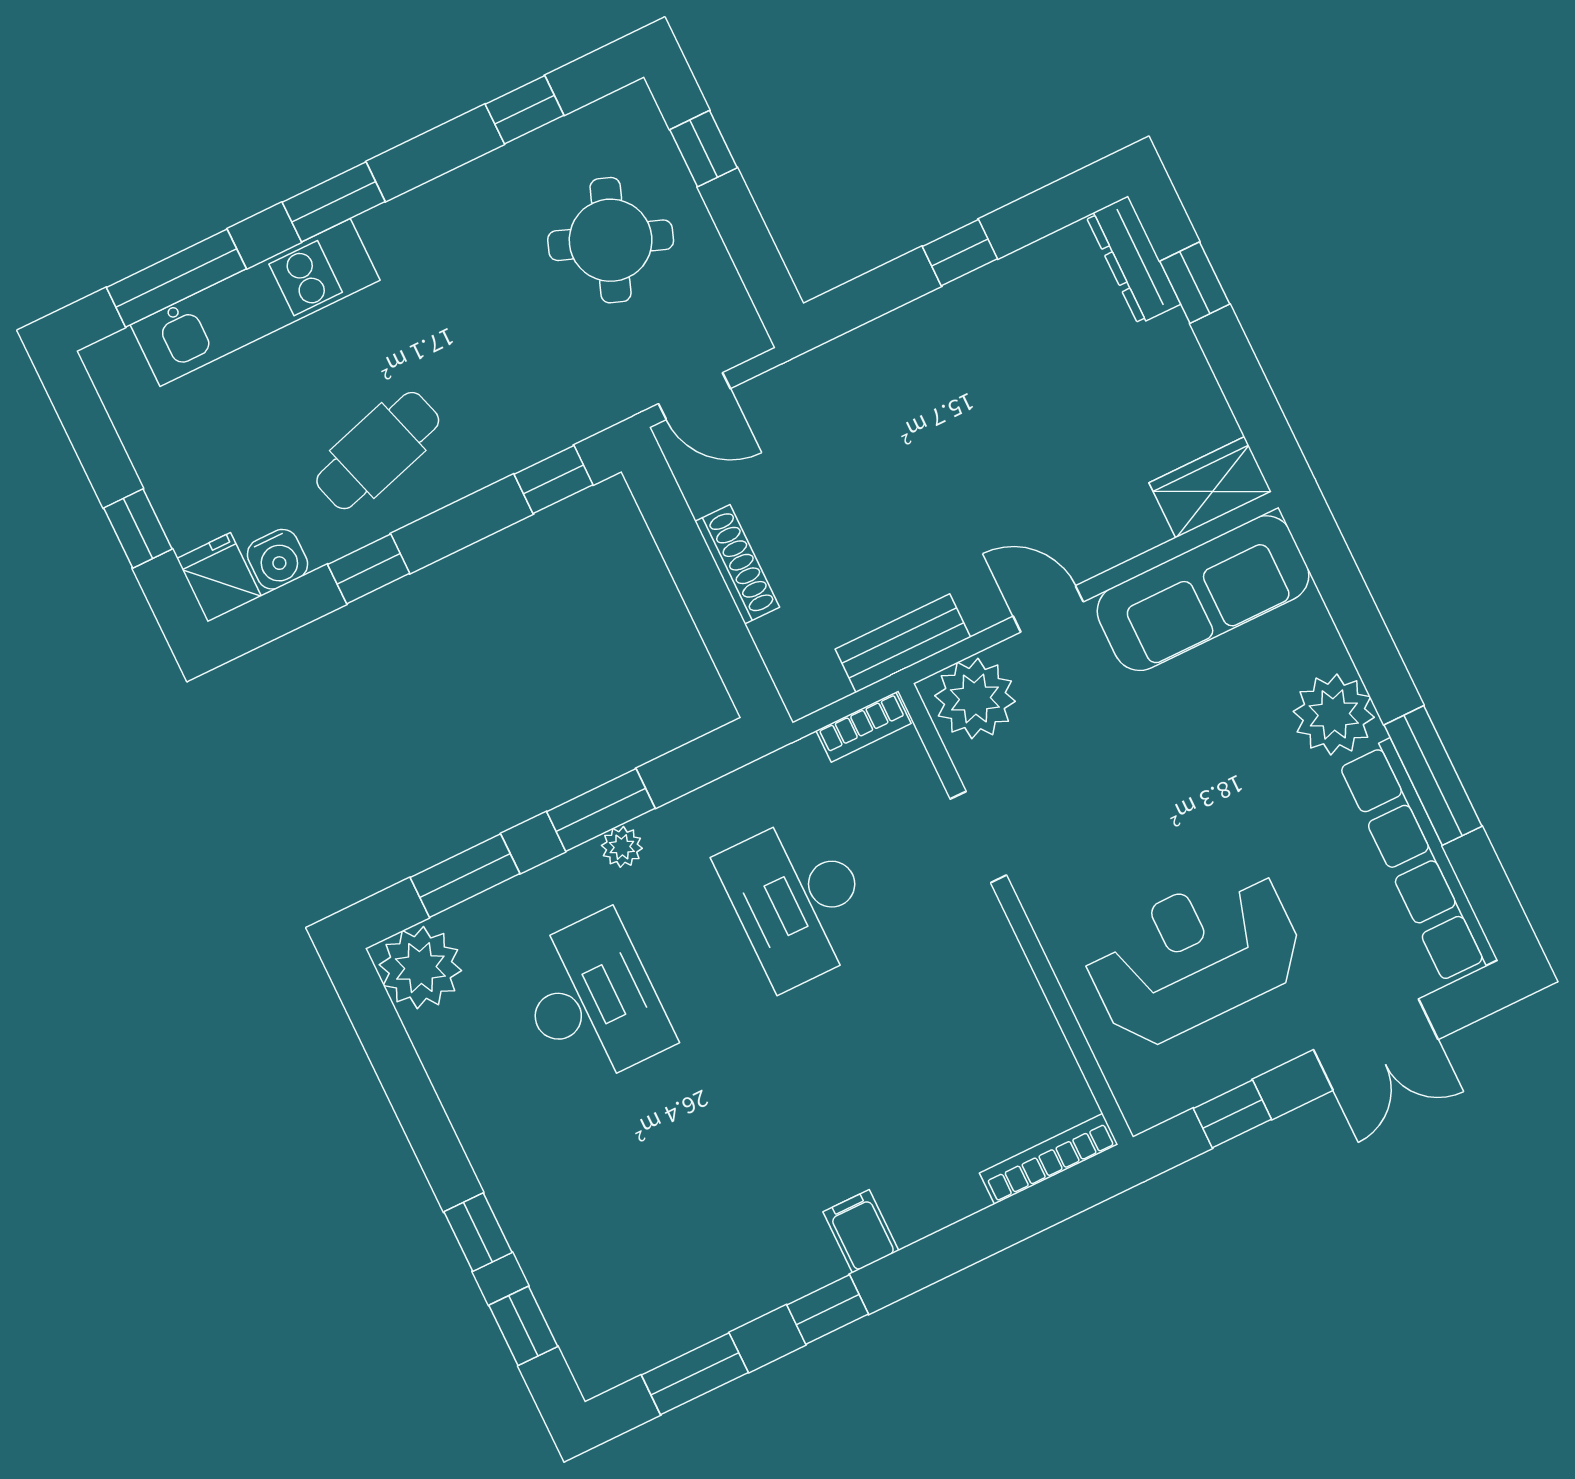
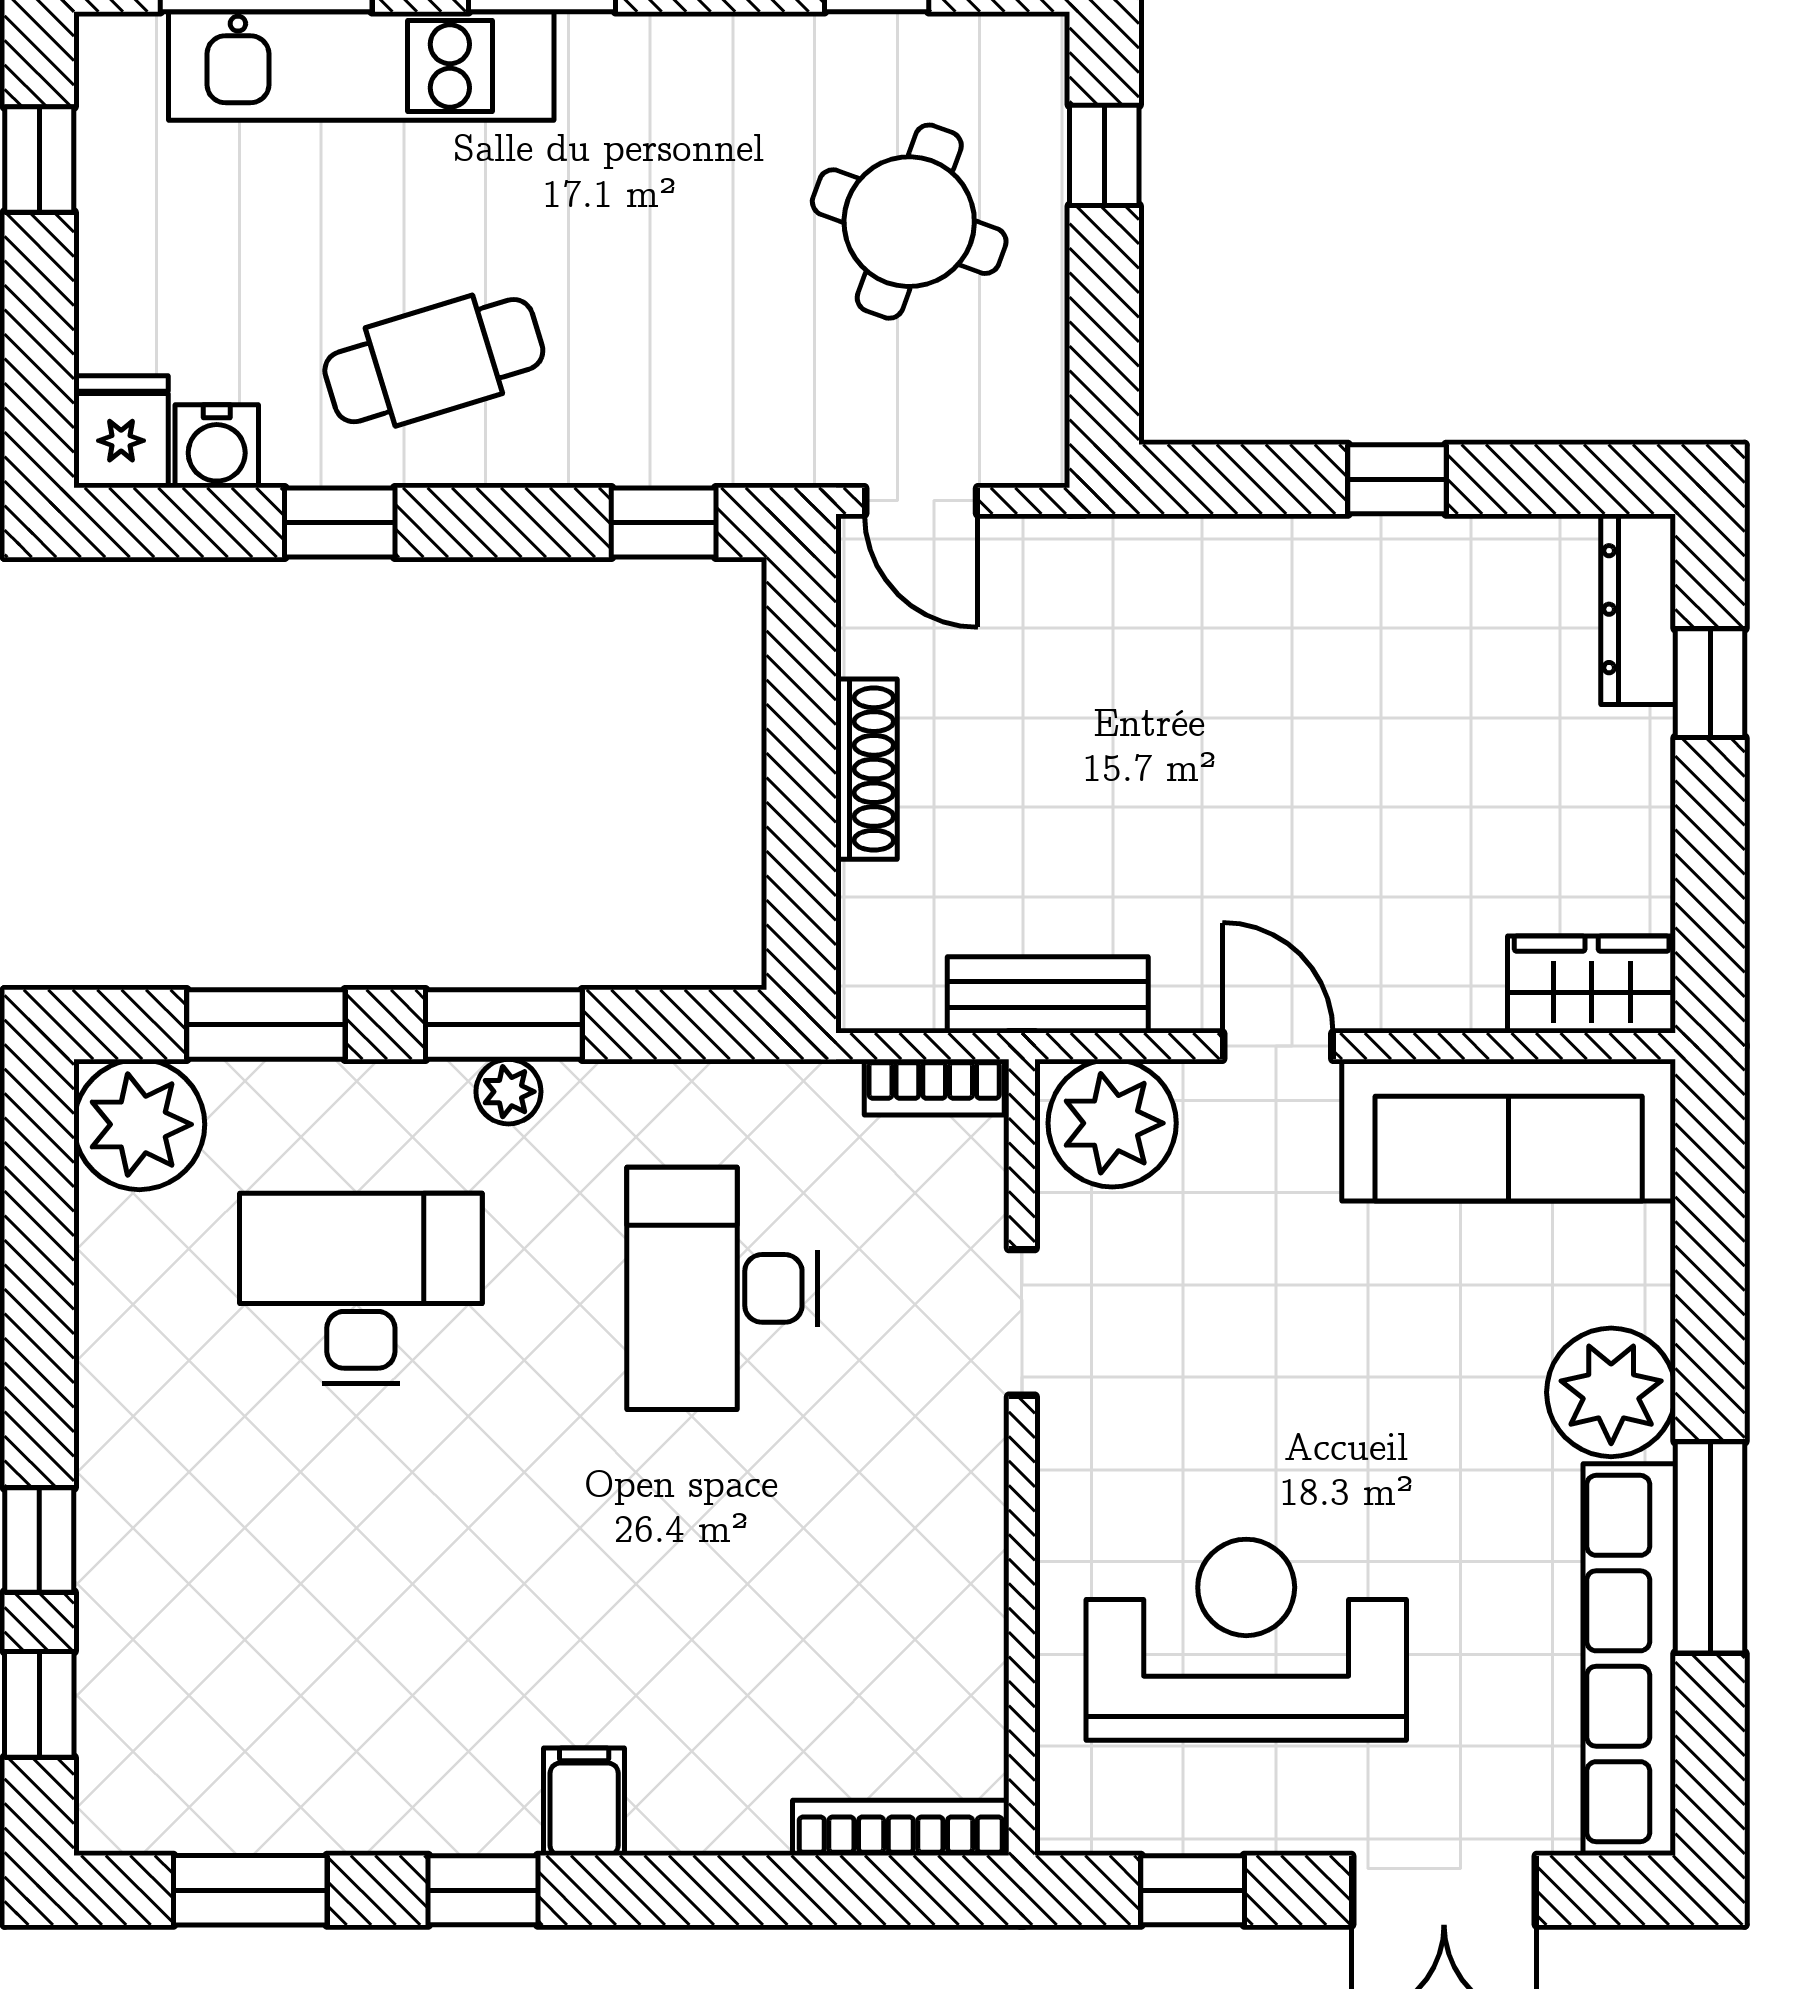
window: (138, 528) -> (39, 160), moved
desk: (592, 1000) -> (361, 1288), turned -90

